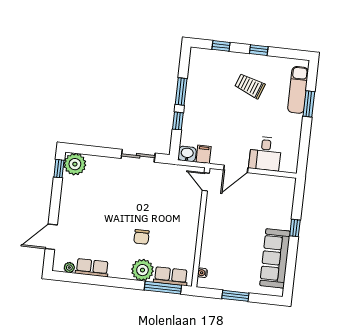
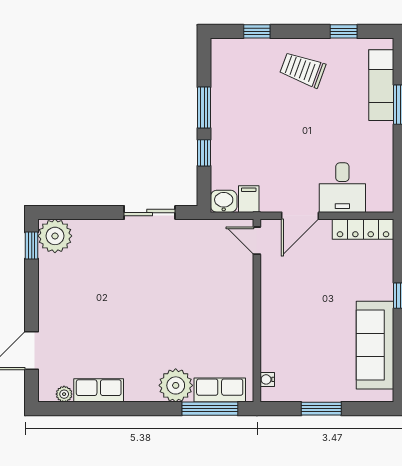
window: (259, 50) -> (344, 31), moved
trolley: (250, 86) -> (303, 70), moved
locker: (276, 182) -> (363, 229), added
chair: (141, 237) -> (169, 335), removed

